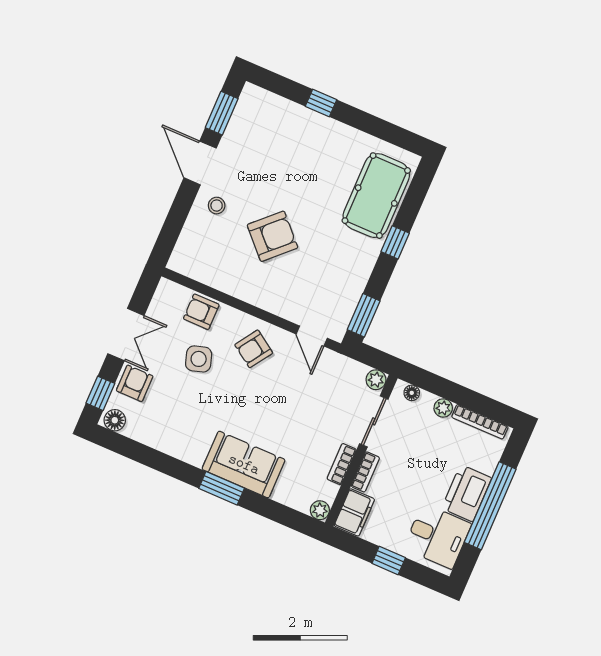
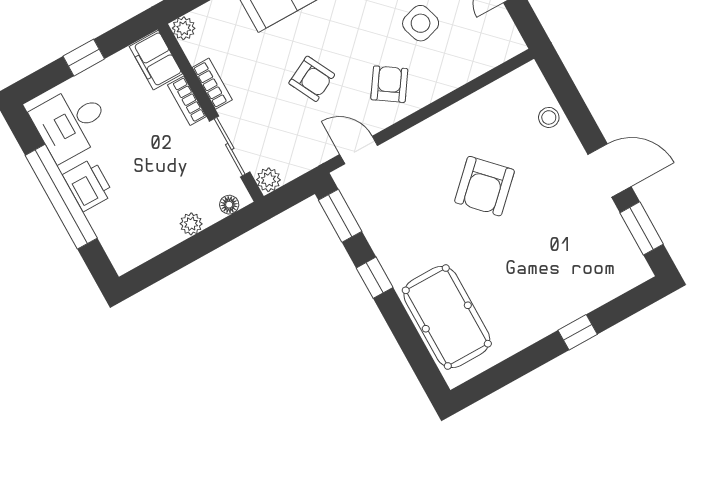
stool: (217, 206) -> (549, 117), moved
window: (395, 242) -> (375, 278), moved
armchair: (201, 312) -> (312, 79), moved, turned 63
bookcase: (480, 422) -> (150, 249), removed
printer: (467, 493) -> (88, 185), width x0.73, depth x0.84

